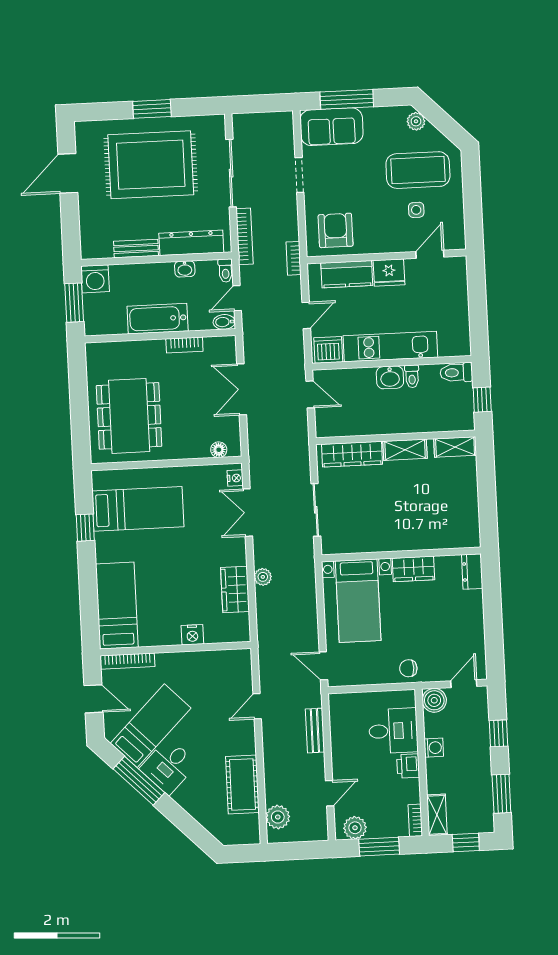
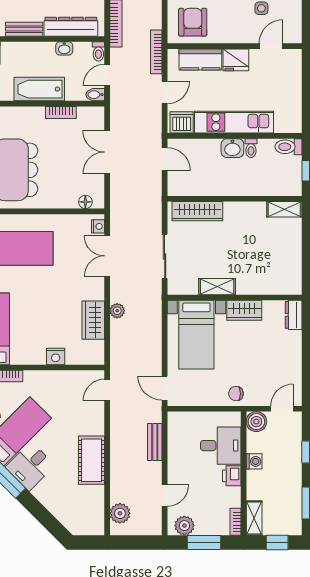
bookcase: (294, 258) -> (156, 52), width x1.56
shelving: (405, 450) -> (217, 287), moved
door: (257, 706) -> (107, 390), moved
cot: (242, 784) -> (92, 460), moved

